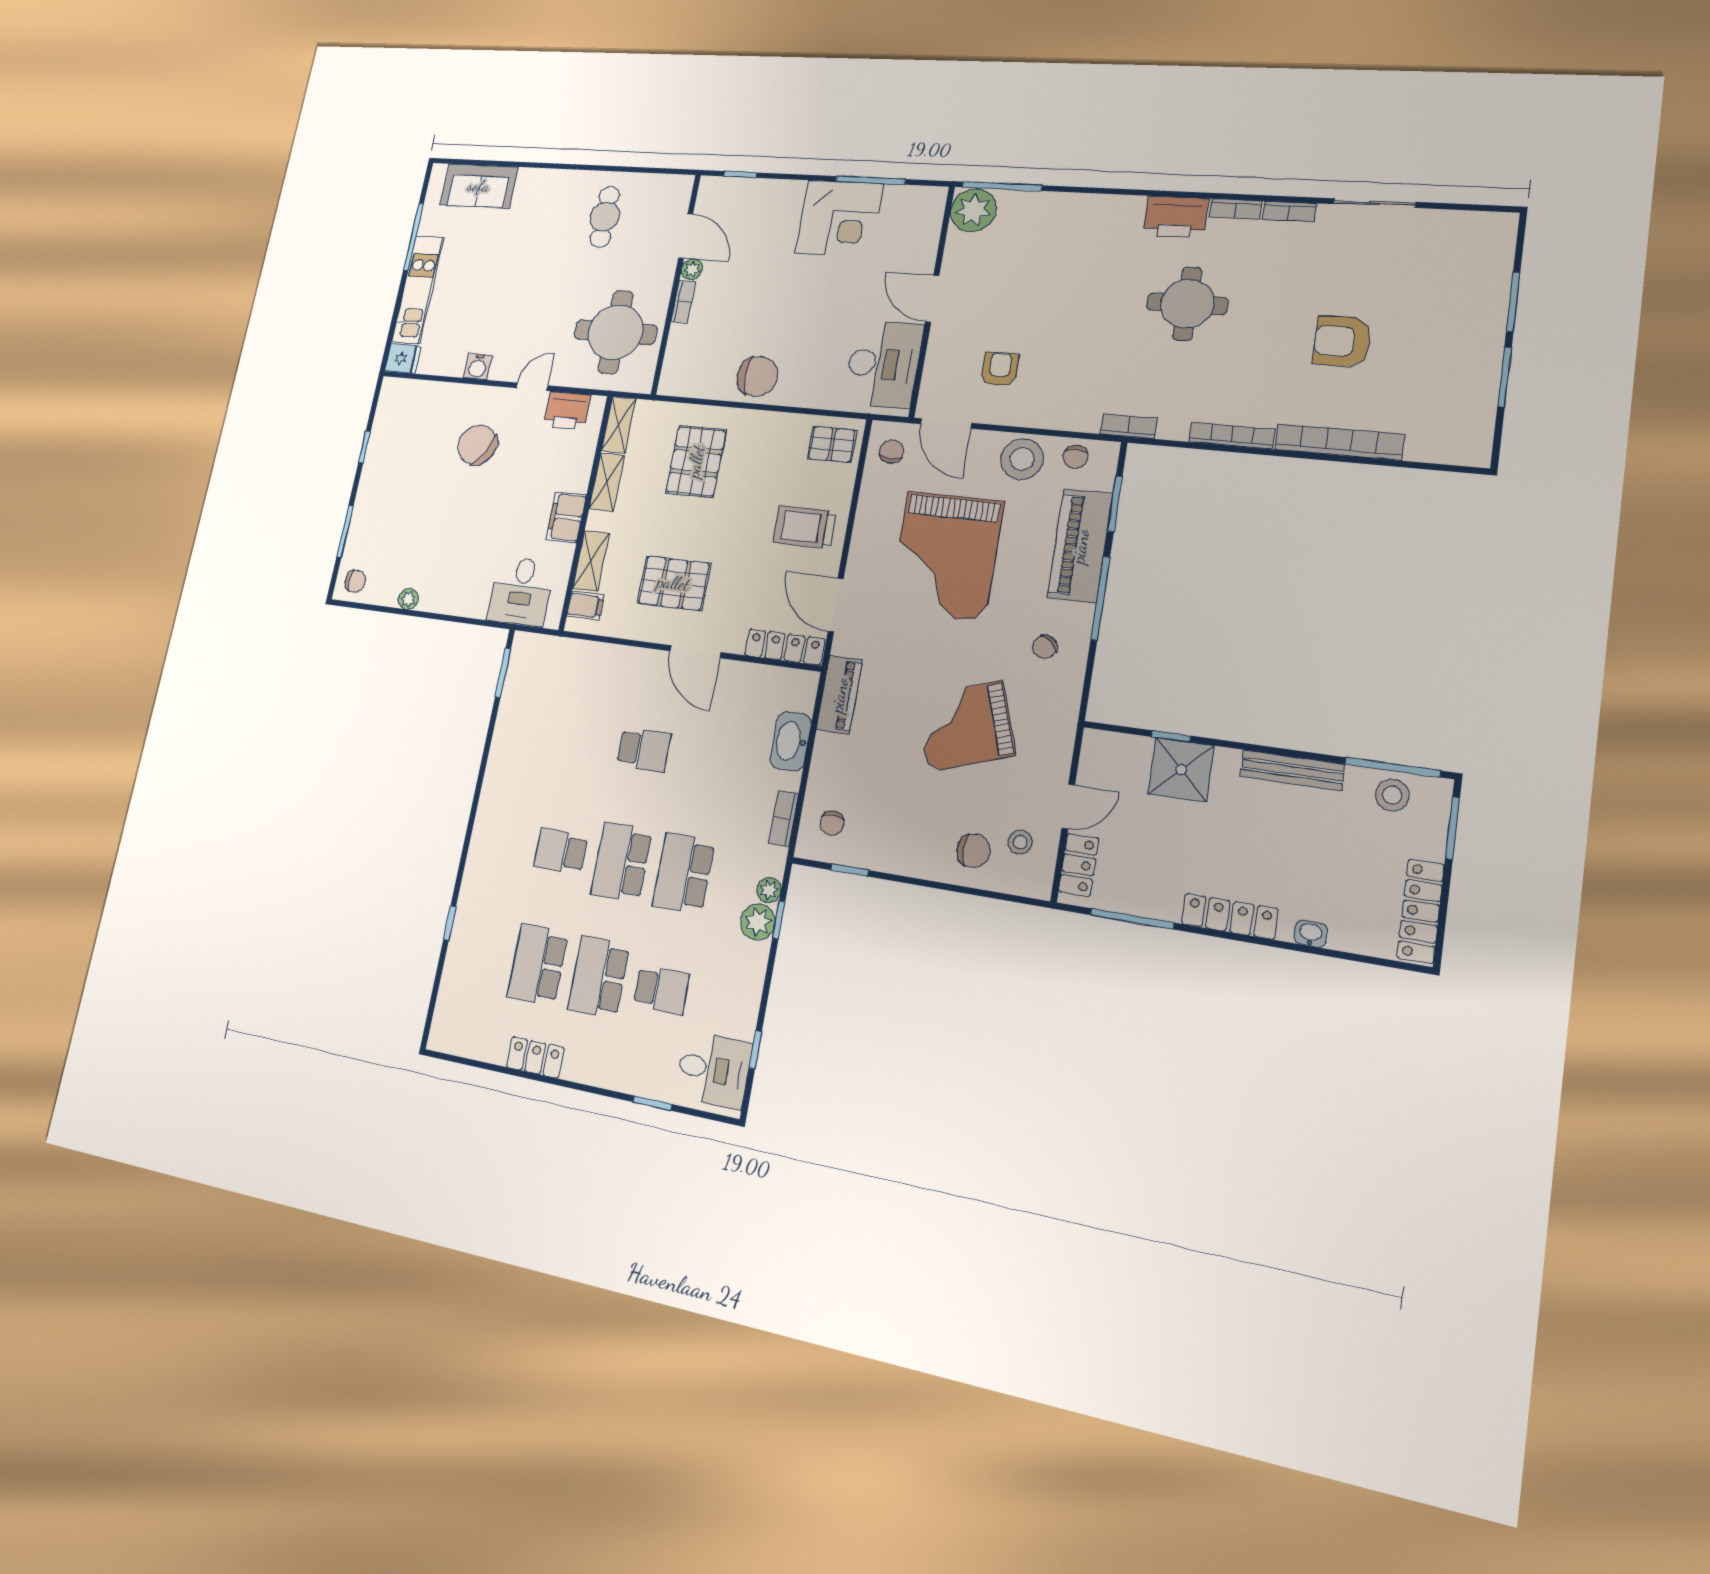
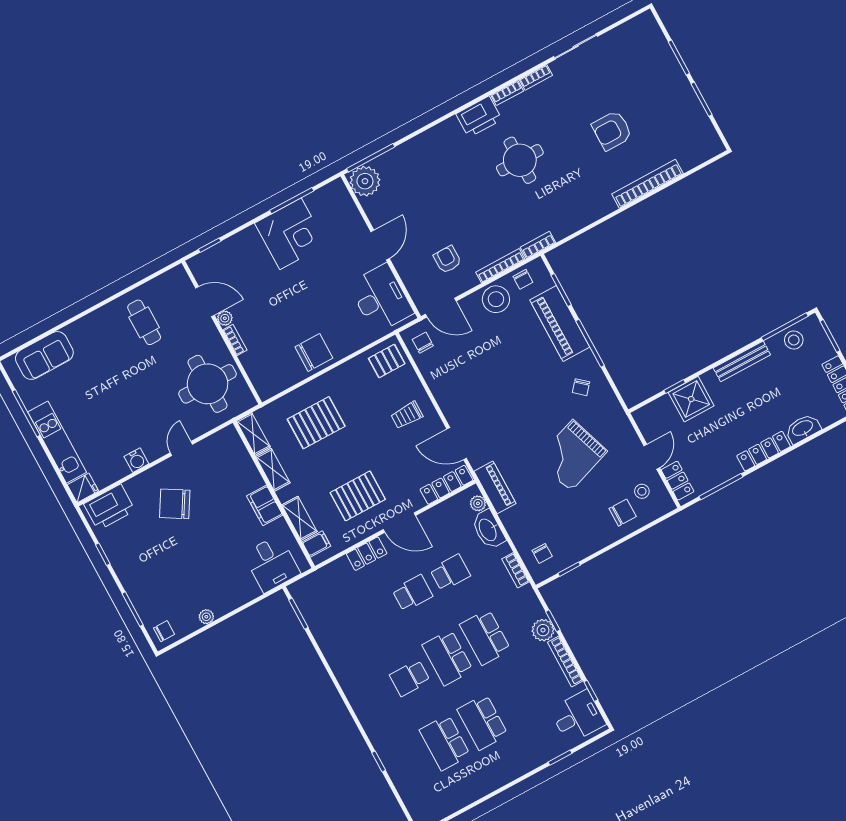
door: (932, 299) -> (380, 245), swing flipped
printer: (567, 411) -> (109, 507), moved, width x1.37, depth x1.19
bookcase: (1232, 436) -> (500, 266), moved
pallet: (696, 461) -> (316, 423), turned 90
trolley: (805, 527) -> (407, 415), width x0.73, depth x0.72
grand piano: (946, 556) -> (495, 377), removed
plant: (769, 890) -> (478, 503), moved
washbasin: (1311, 934) -> (803, 429), width x1.91, depth x1.45
bookcase: (754, 985) -> (565, 662), added
school desk: (661, 990) -> (450, 573), moved
locker: (535, 1057) -> (367, 554), moved, turned 180

